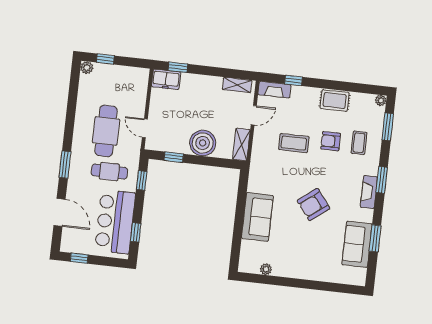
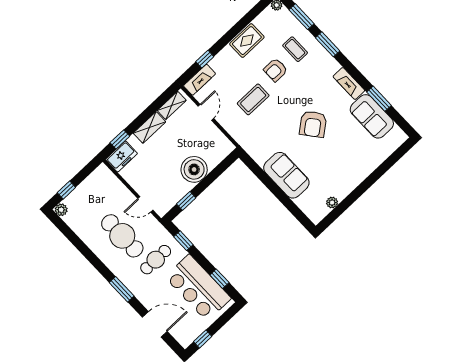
shelving: (241, 144) -> (149, 127), moved, turned 90
window: (382, 180) -> (328, 44), moved
fireplace: (369, 192) -> (349, 83), moved

